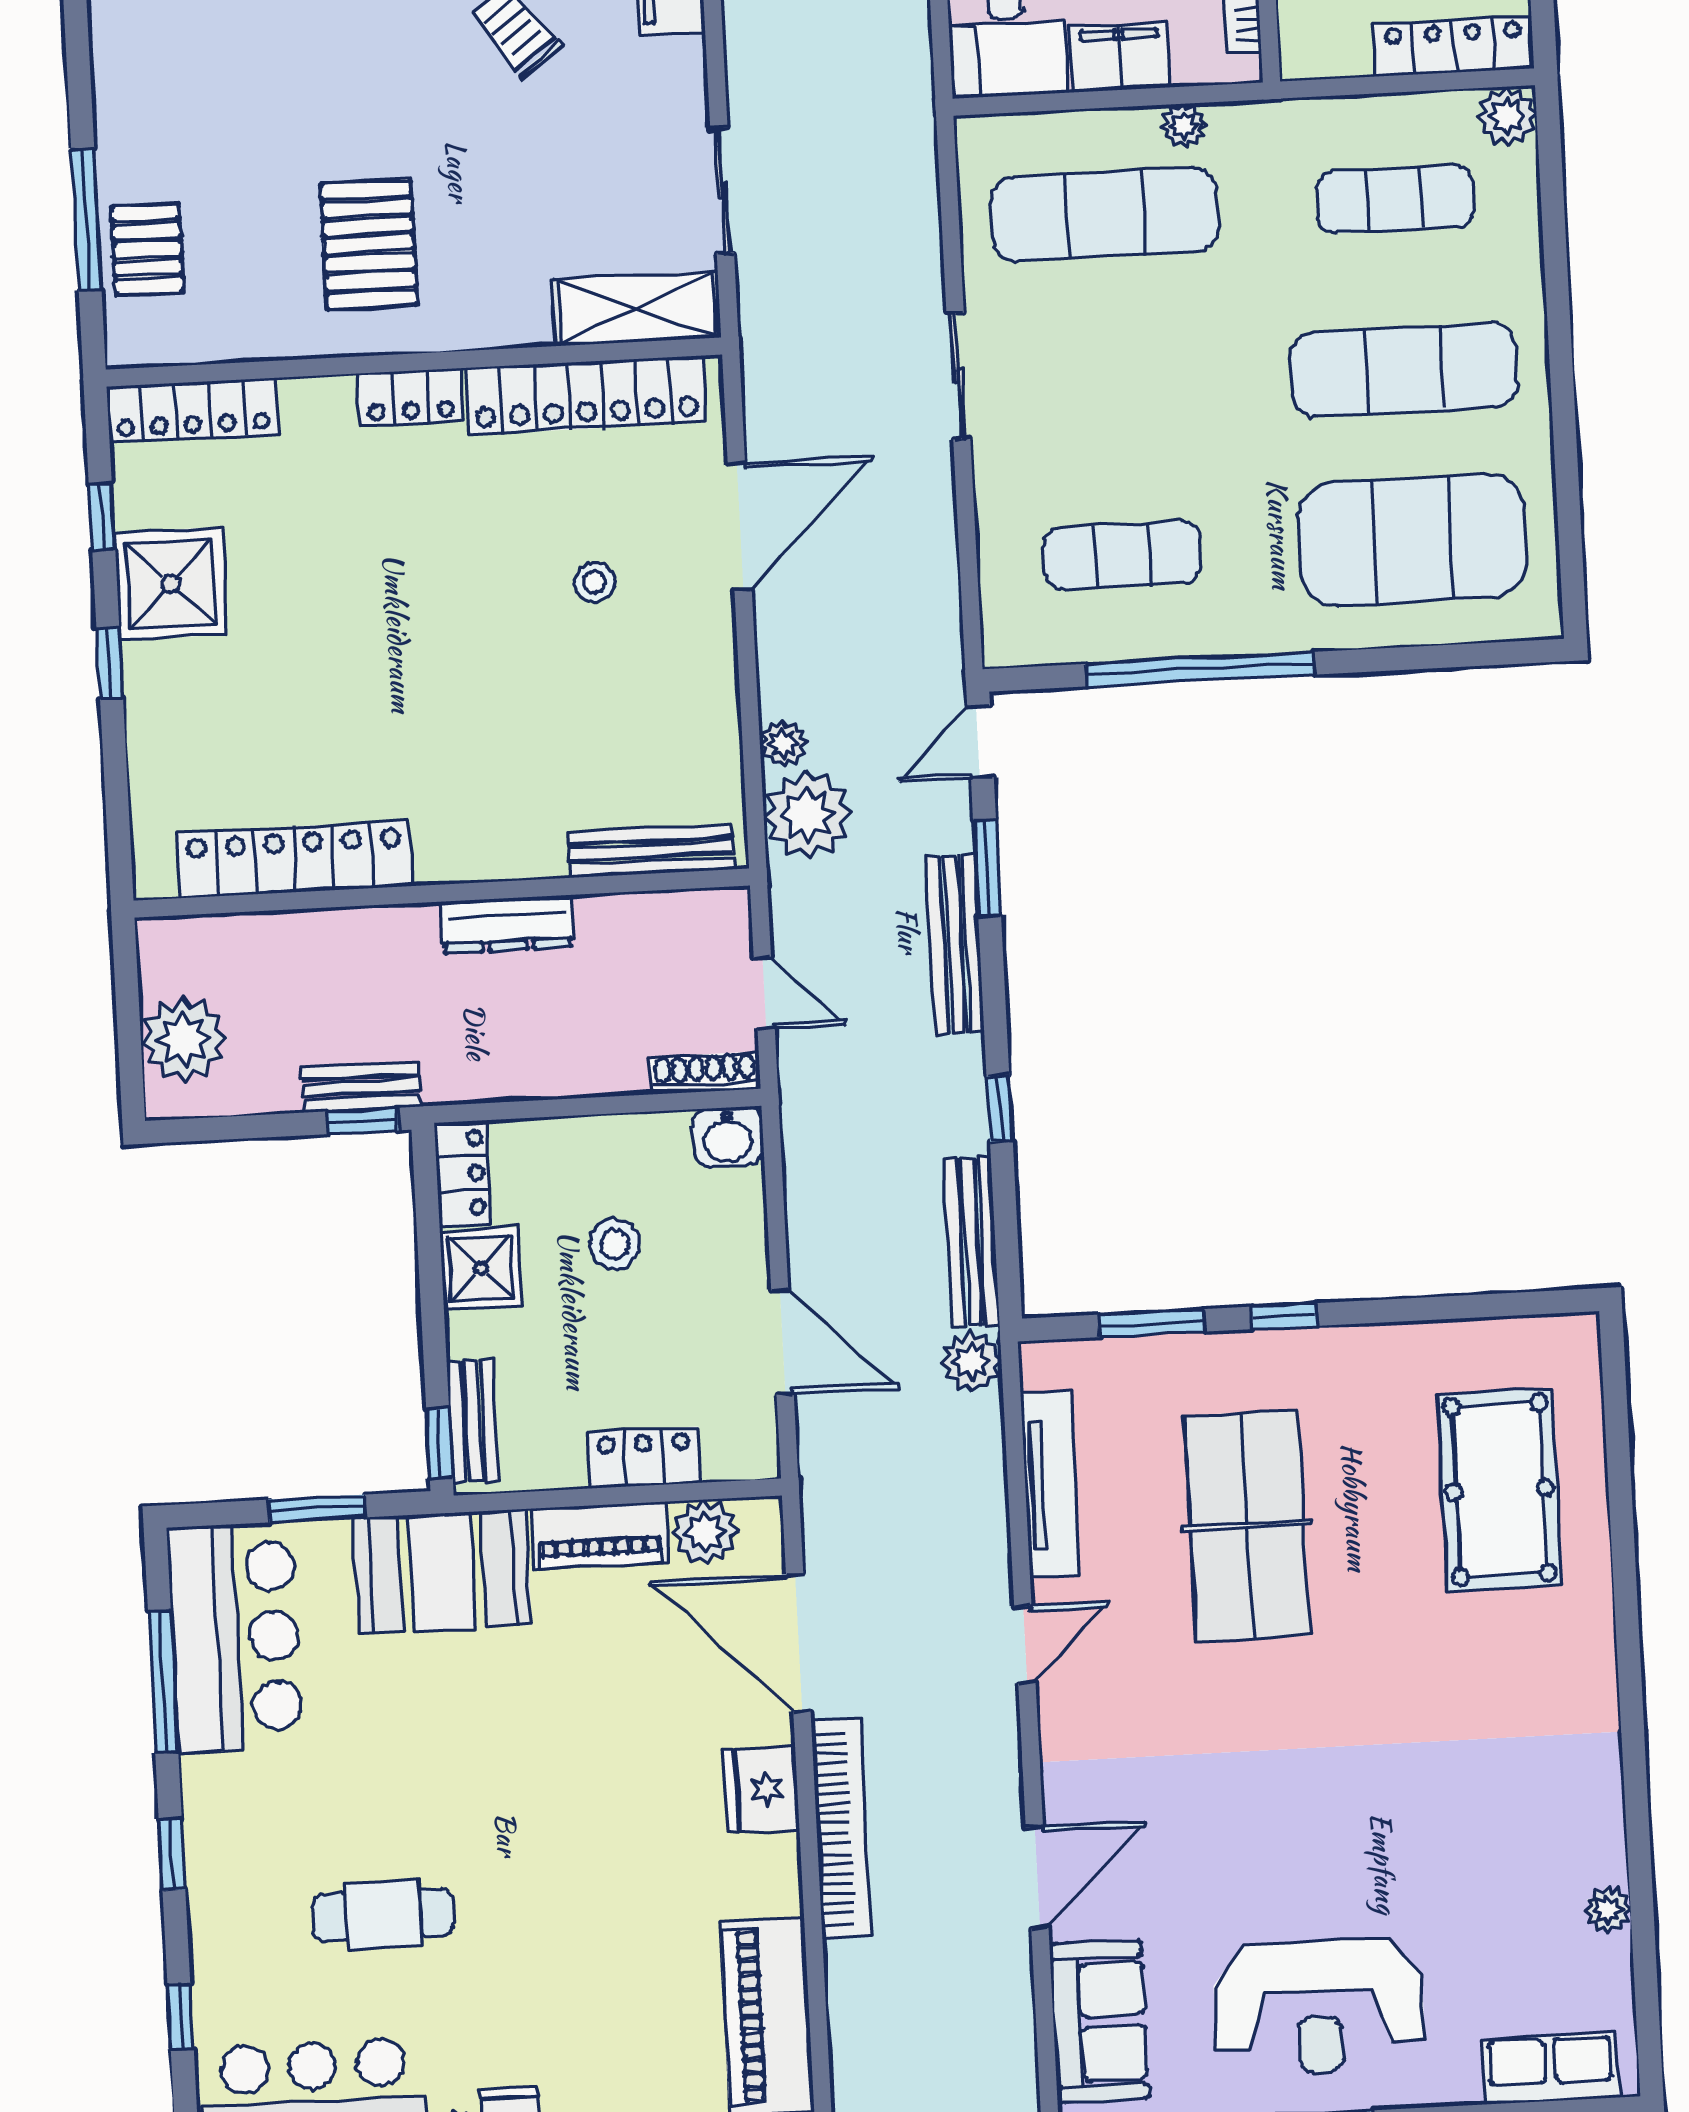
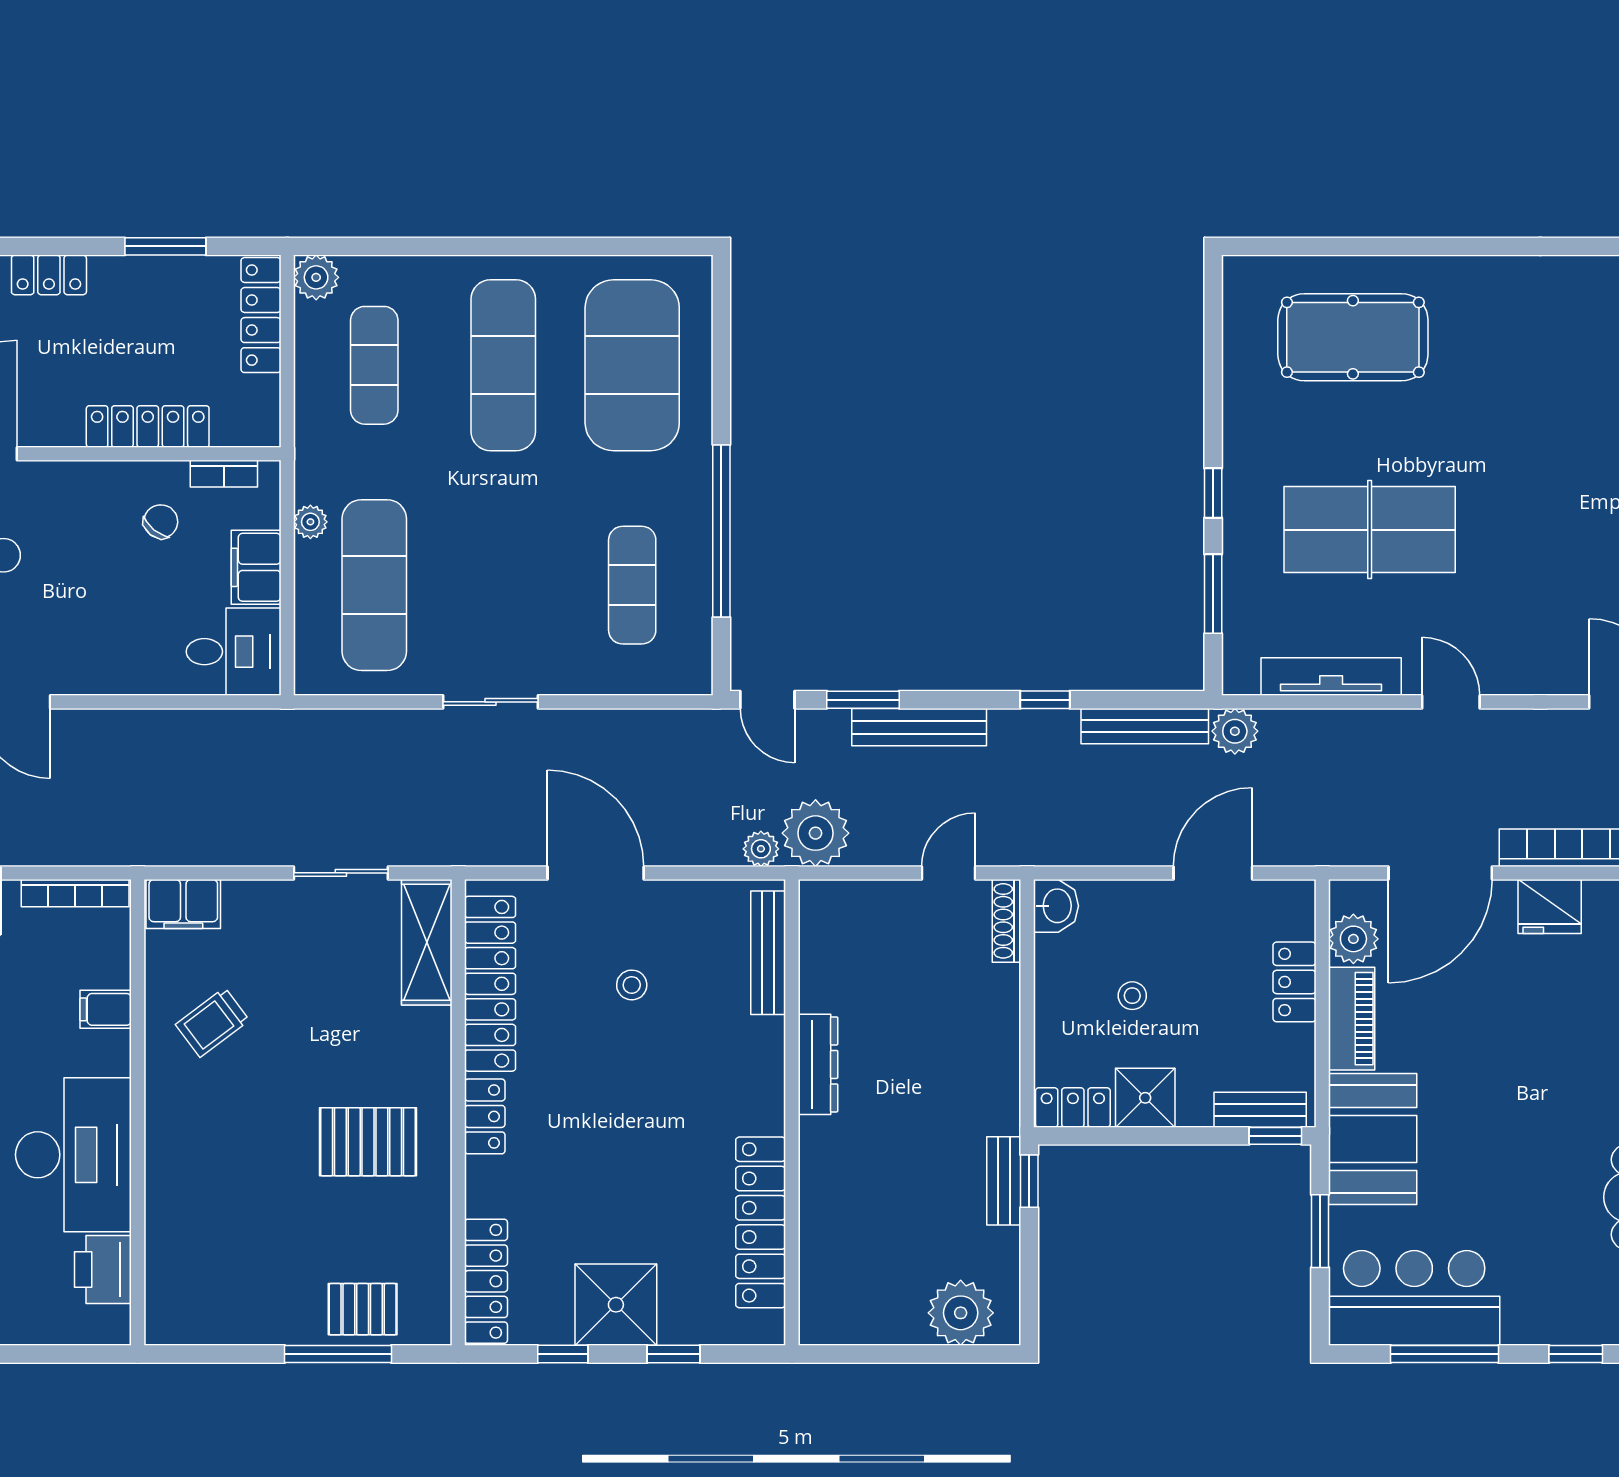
bench: (651, 851) -> (768, 953), moved
locker: (294, 859) -> (761, 1222), moved
wall: (442, 893) -> (792, 1112), moved
dresser: (507, 924) -> (818, 1064), moved
stool: (615, 1244) -> (1132, 996), width x0.73, depth x0.73

